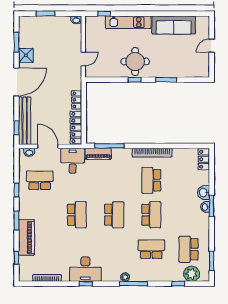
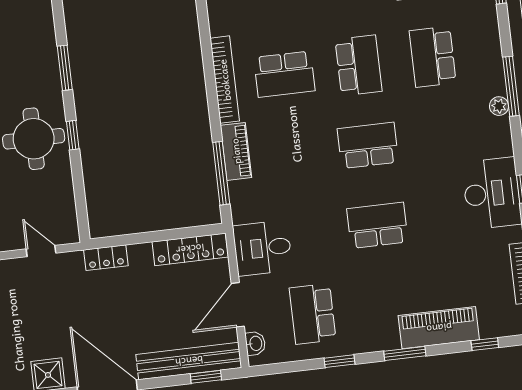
locker: (77, 100) -> (106, 258), moved
piano: (98, 154) -> (236, 151), moved
school desk: (151, 215) -> (359, 65), turned 90

